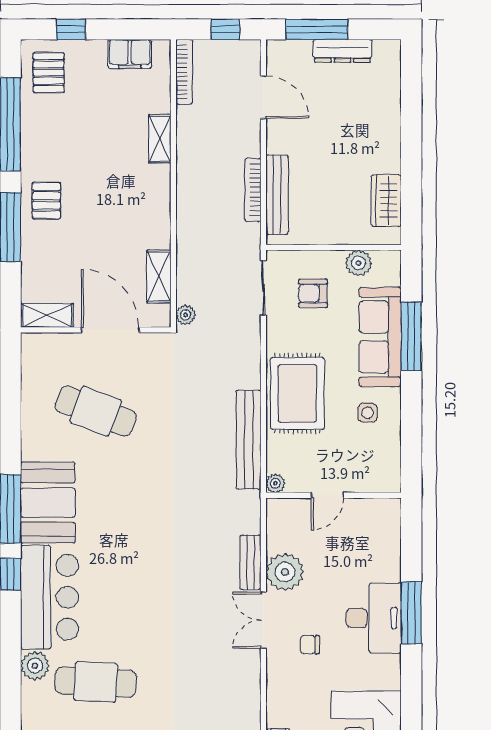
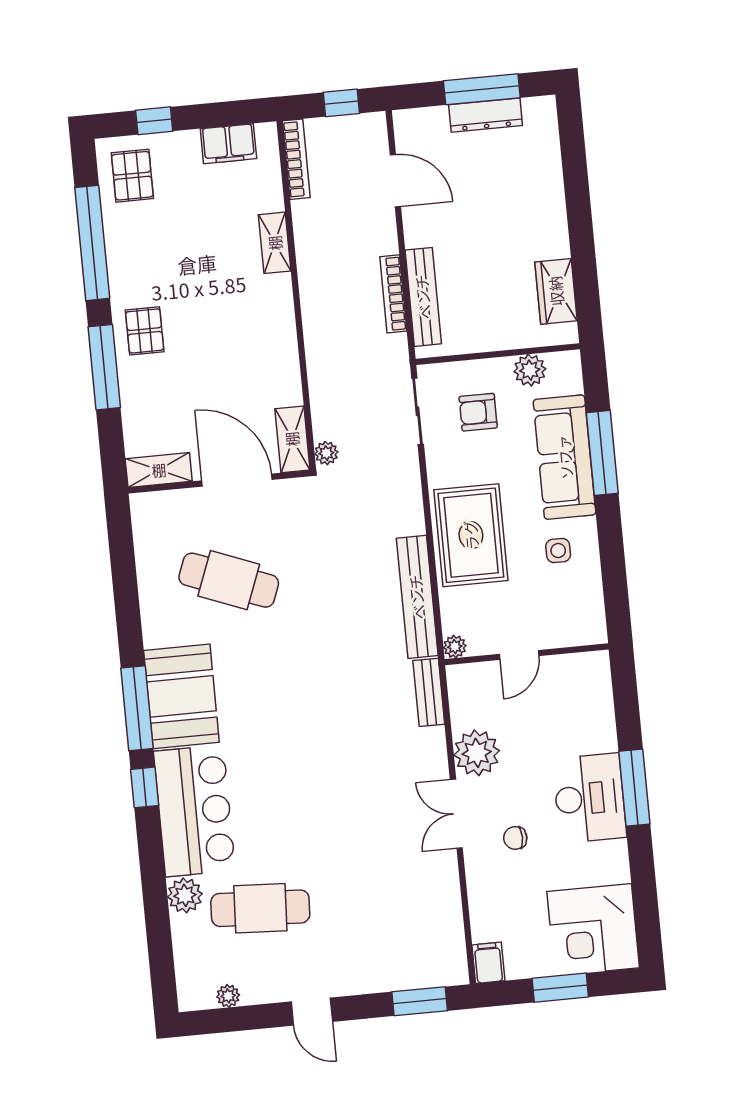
window: (317, 29) -> (482, 89), moved
shelving: (159, 277) -> (292, 439), moved
bench: (251, 562) -> (429, 692), moved

